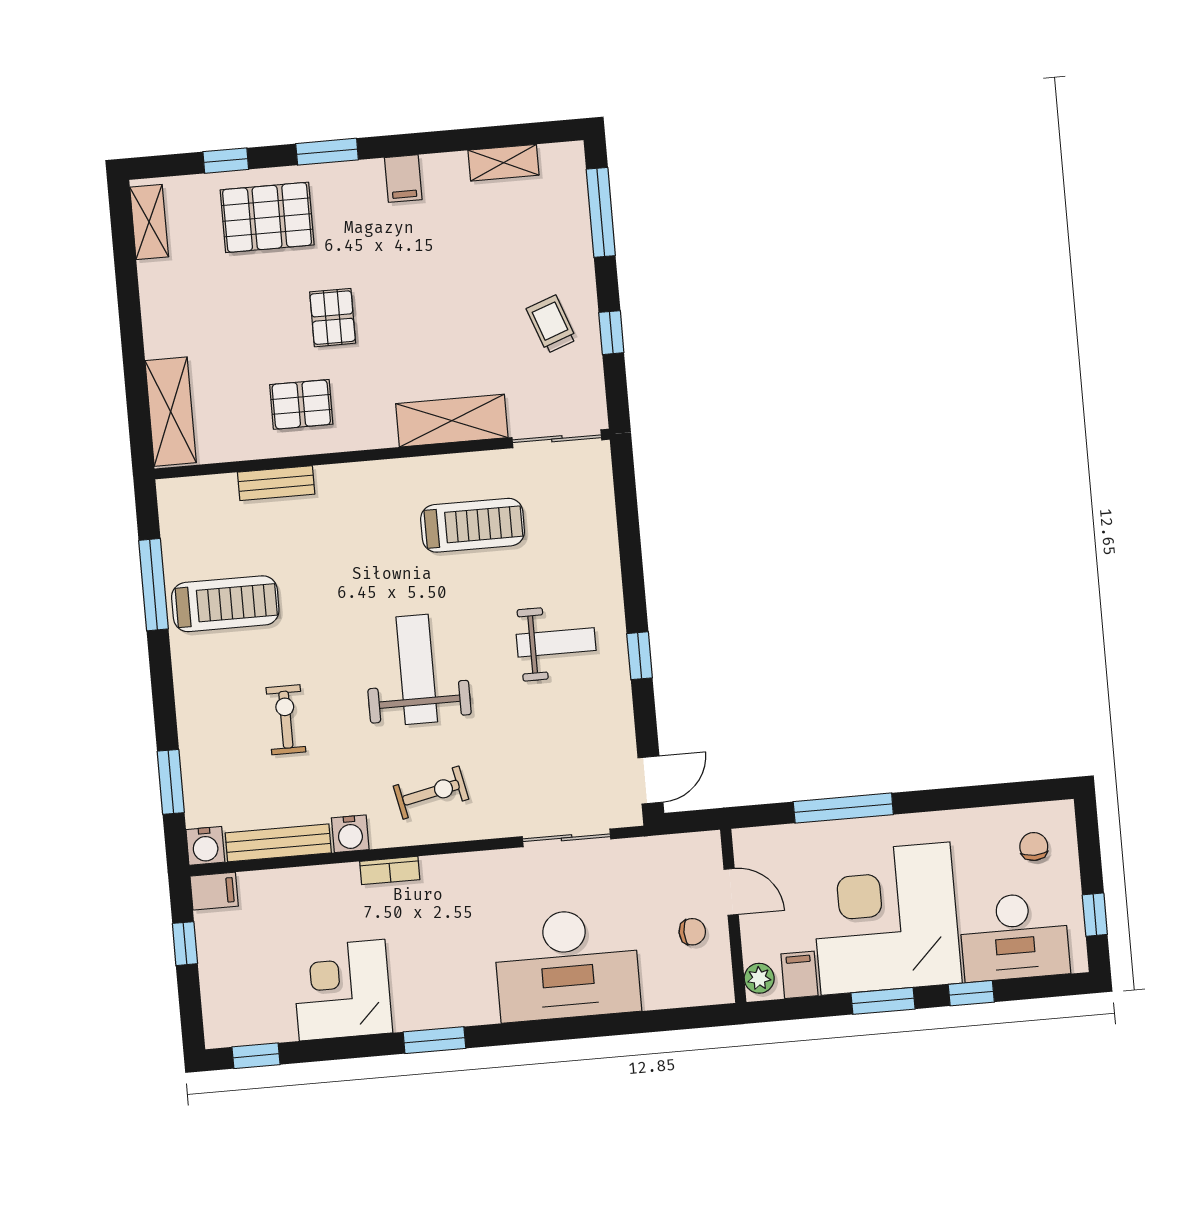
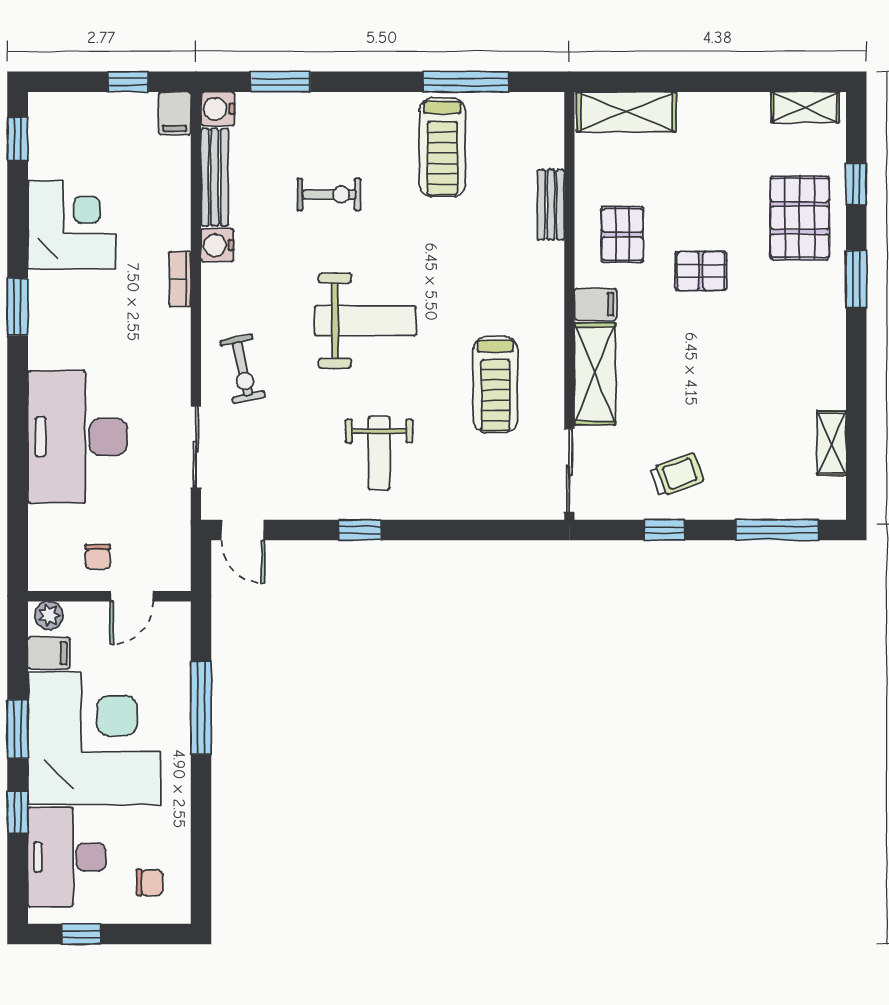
filing cabinet: (403, 179) -> (596, 304), moved, turned 180
exercise bike: (431, 793) -> (243, 369), moved

